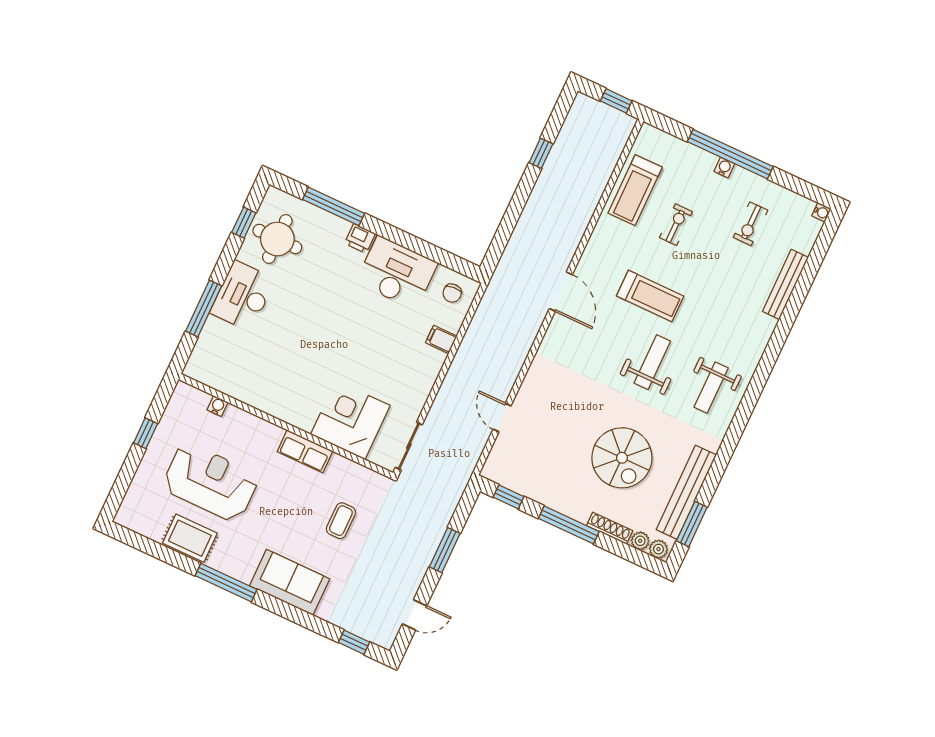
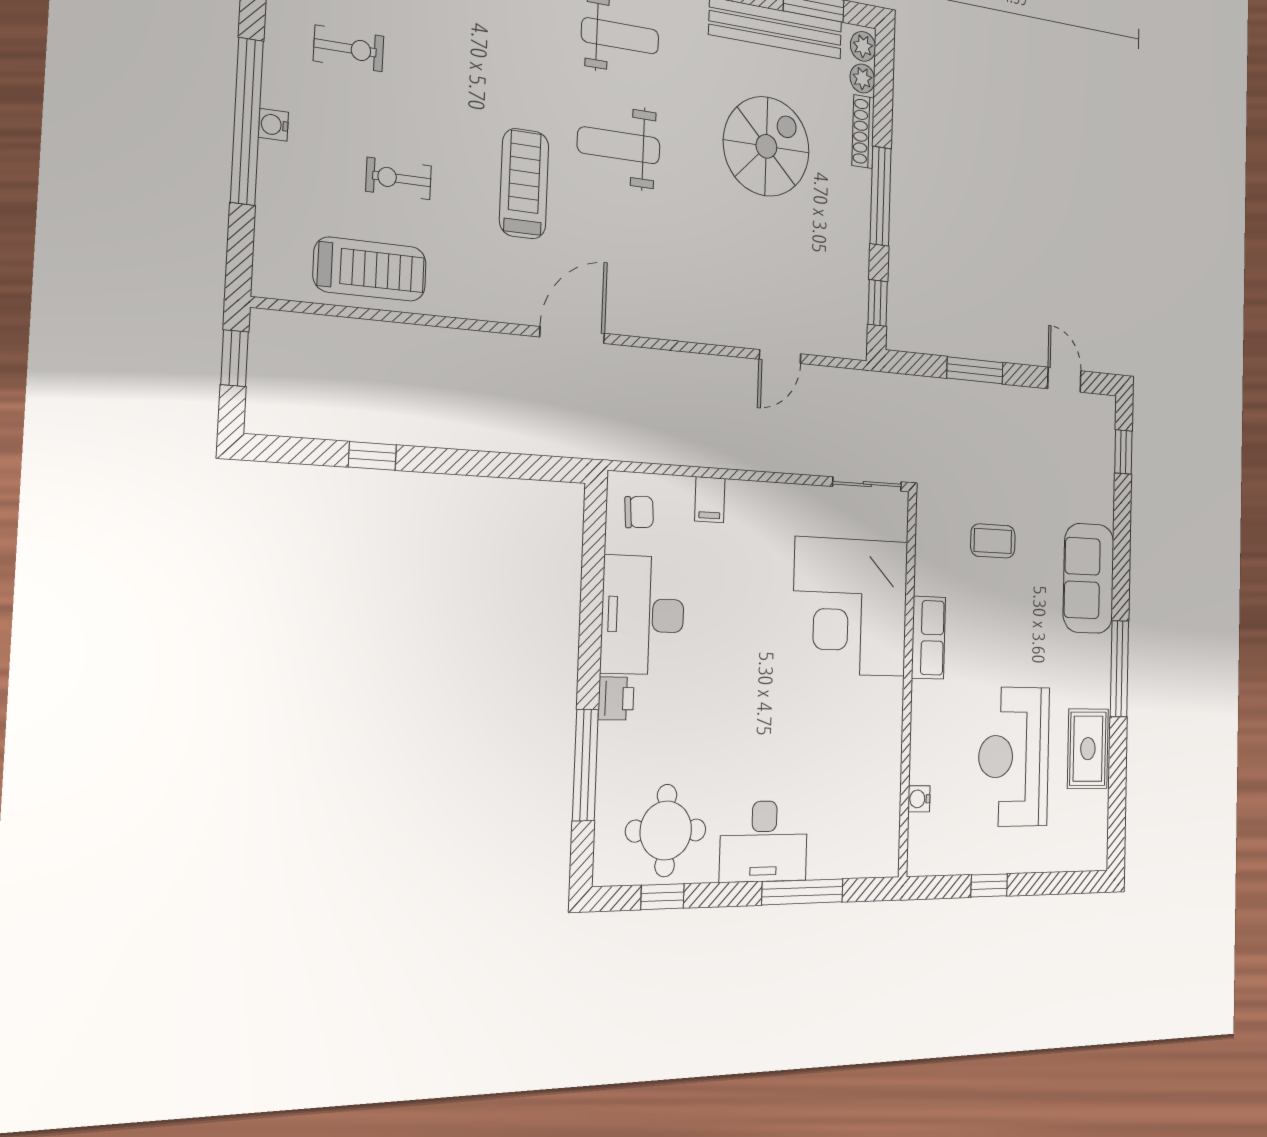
corner desk: (350, 420) -> (850, 607), width x1.36, depth x1.36

